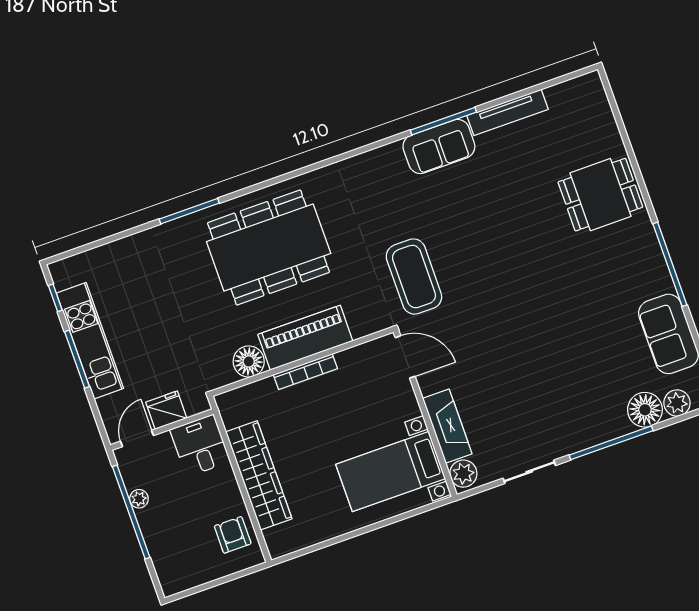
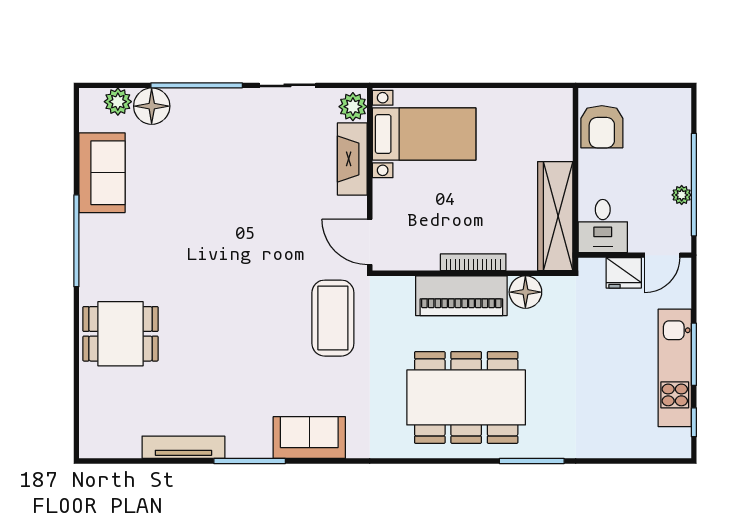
sofa: (439, 146) -> (309, 438), moved
wardrobe: (259, 475) -> (555, 216), moved
armchair: (233, 535) -> (602, 127), width x1.38, depth x1.38

